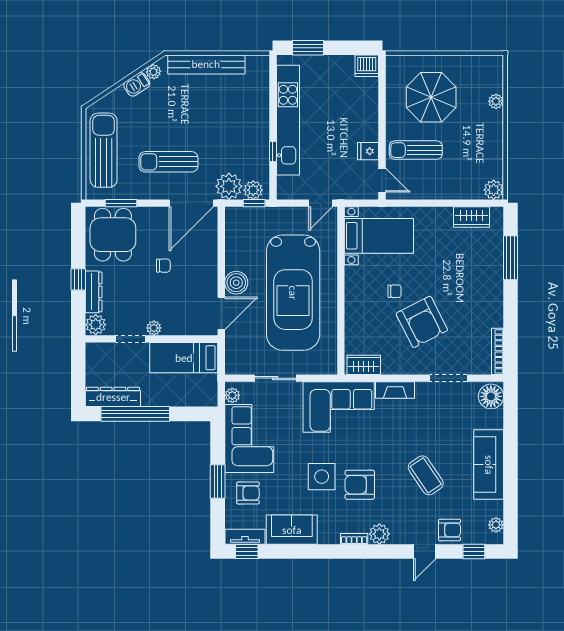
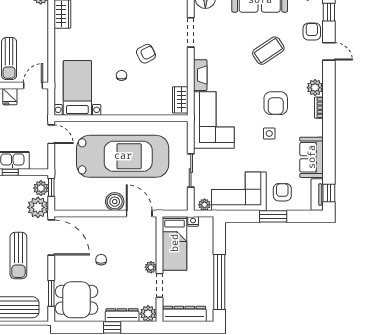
armchair: (422, 322) -> (146, 54), width x0.53, depth x0.53
nightstand: (211, 381) -> (193, 221), added
dresser: (113, 397) -> (184, 314), moved, turned 90
side table: (322, 477) -> (269, 134), width x0.54, depth x0.54

